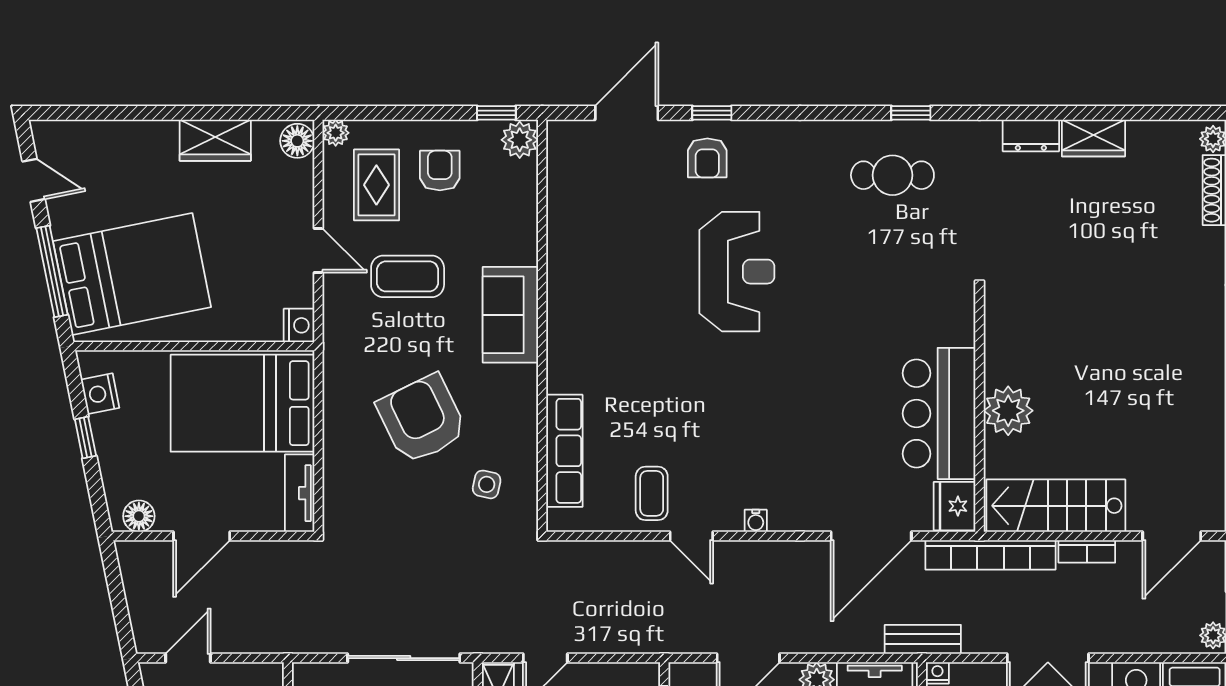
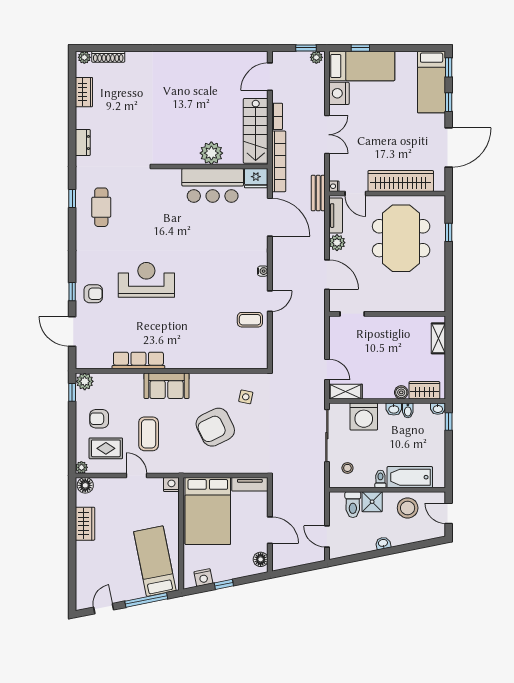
wardrobe: (1093, 138) -> (84, 92), moved
door: (318, 251) -> (136, 475), hinge flipped
bed: (132, 274) -> (155, 561), width x0.67
row of seats: (564, 451) -> (138, 361), moved
door: (1172, 536) -> (270, 77), swing flipped

